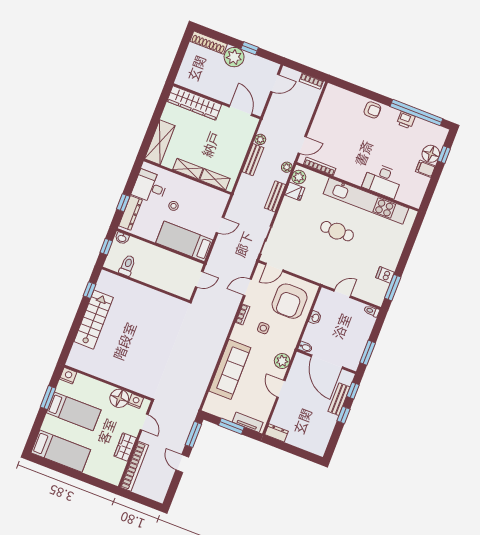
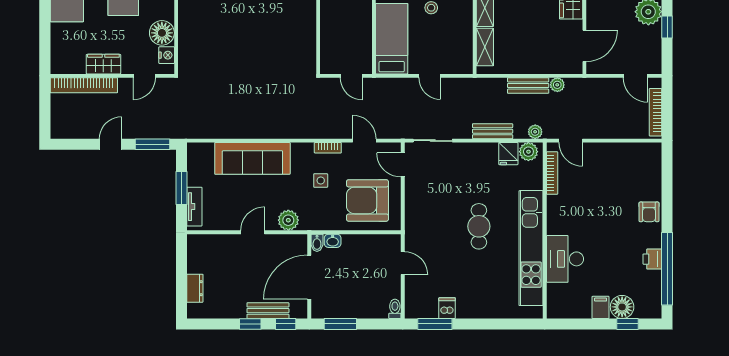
bookcase: (311, 81) -> (656, 112), width x1.56
washbasin: (315, 318) -> (333, 241), moved
dresser: (277, 433) -> (195, 288), moved

